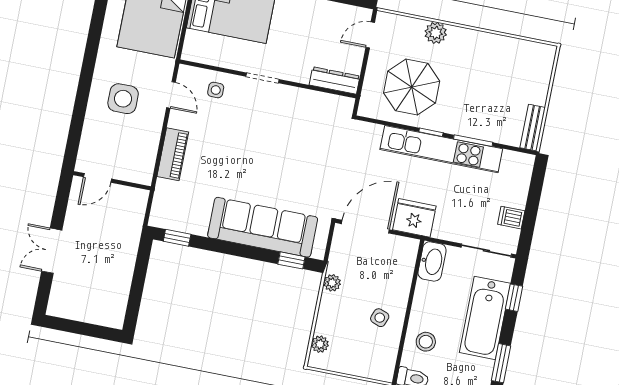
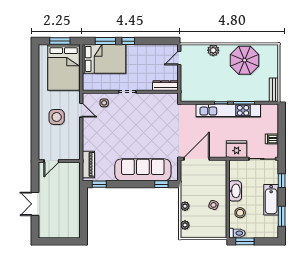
parasol: (412, 87) -> (245, 60), moved
piano: (173, 154) -> (88, 164), moved
fridge: (414, 218) -> (237, 149), moved
washbasin: (432, 261) -> (235, 191), moved
plant: (332, 283) -> (185, 206), moved
bathtub: (485, 318) -> (271, 200), width x0.73, depth x0.73

